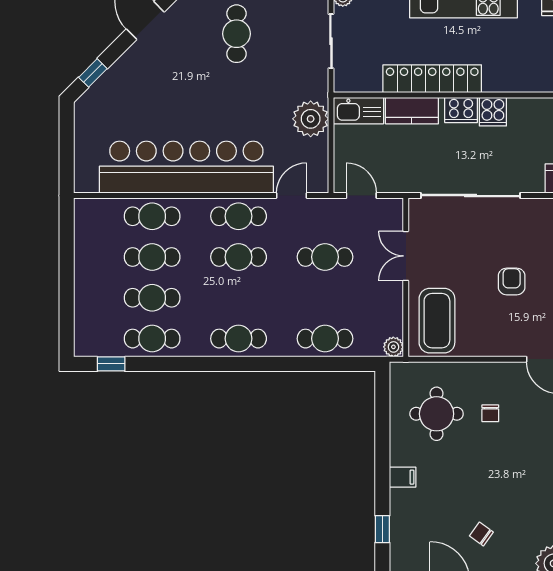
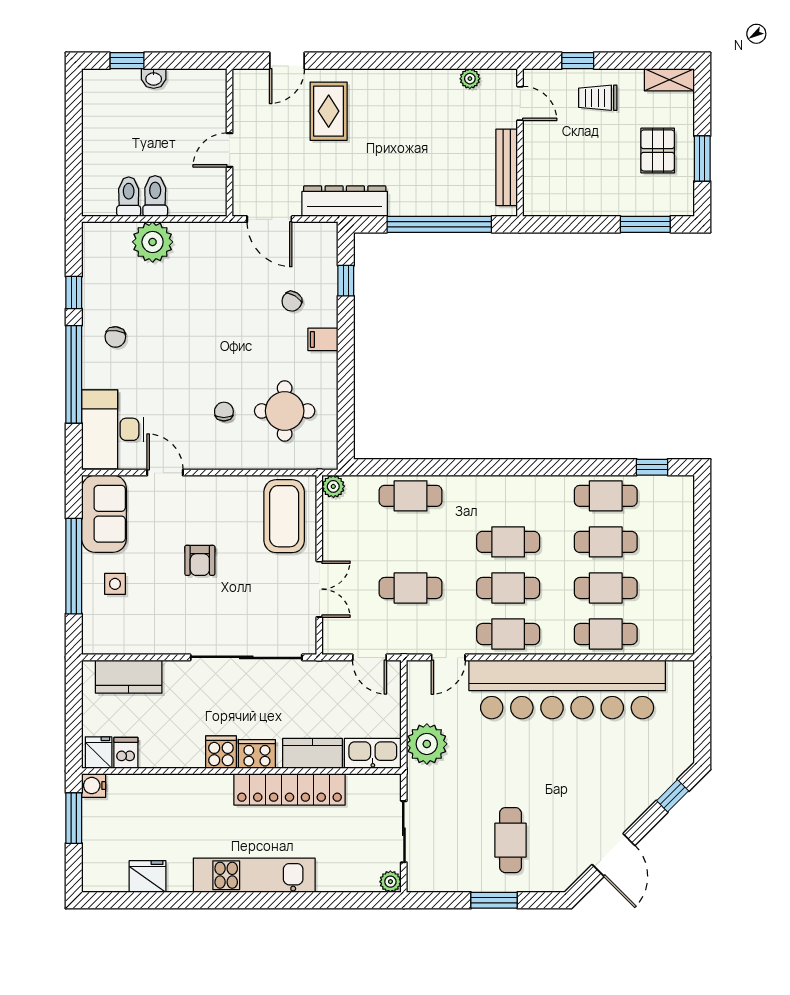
cafe table: (239, 339) -> (508, 542), moved
chair: (481, 534) -> (292, 301), moved, turned 86

